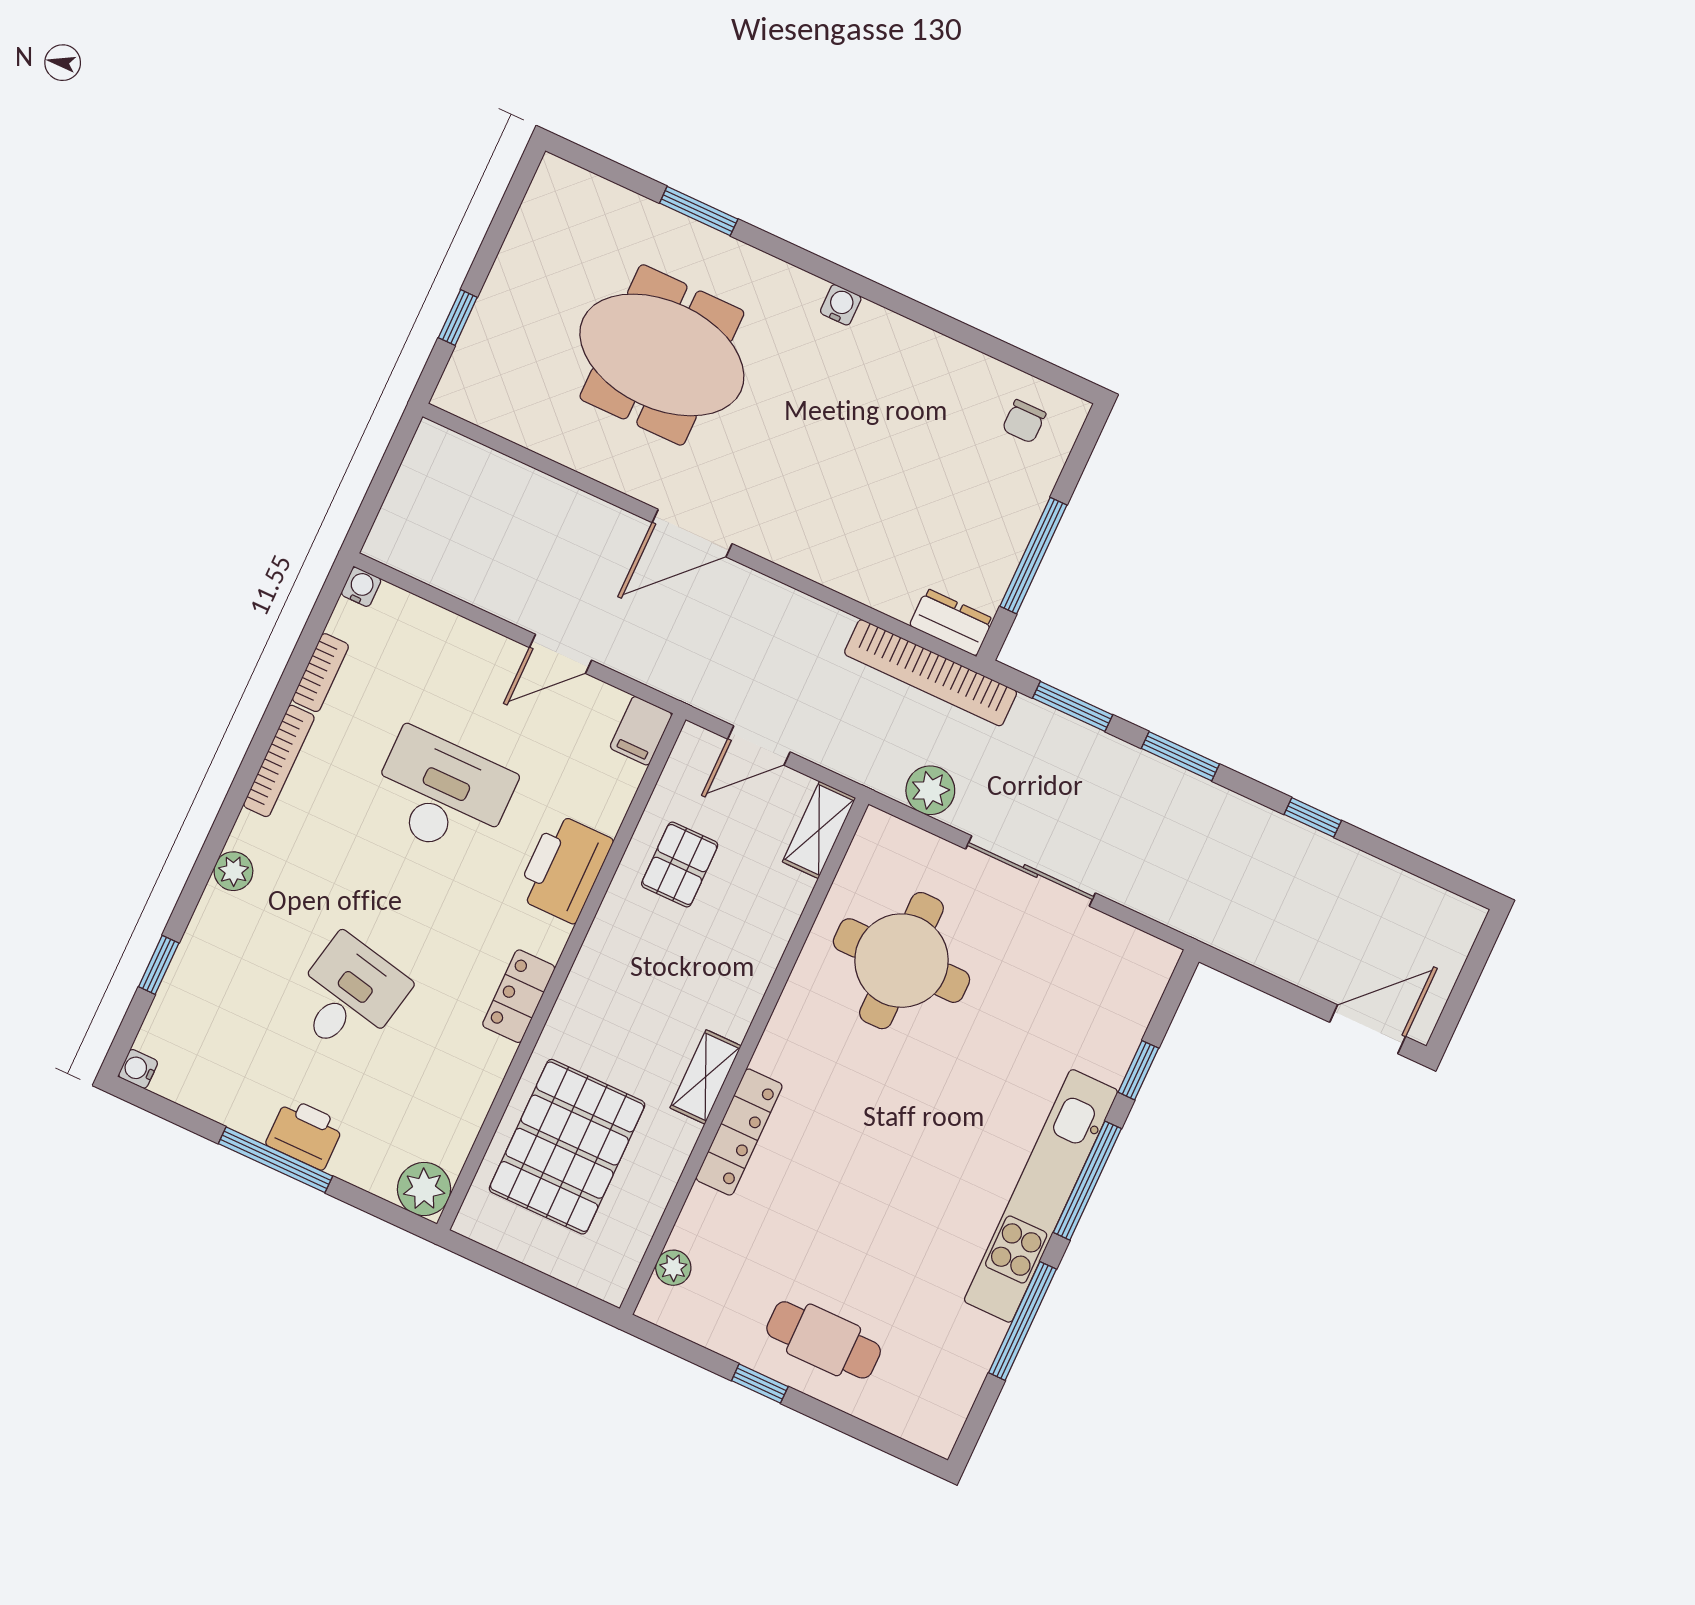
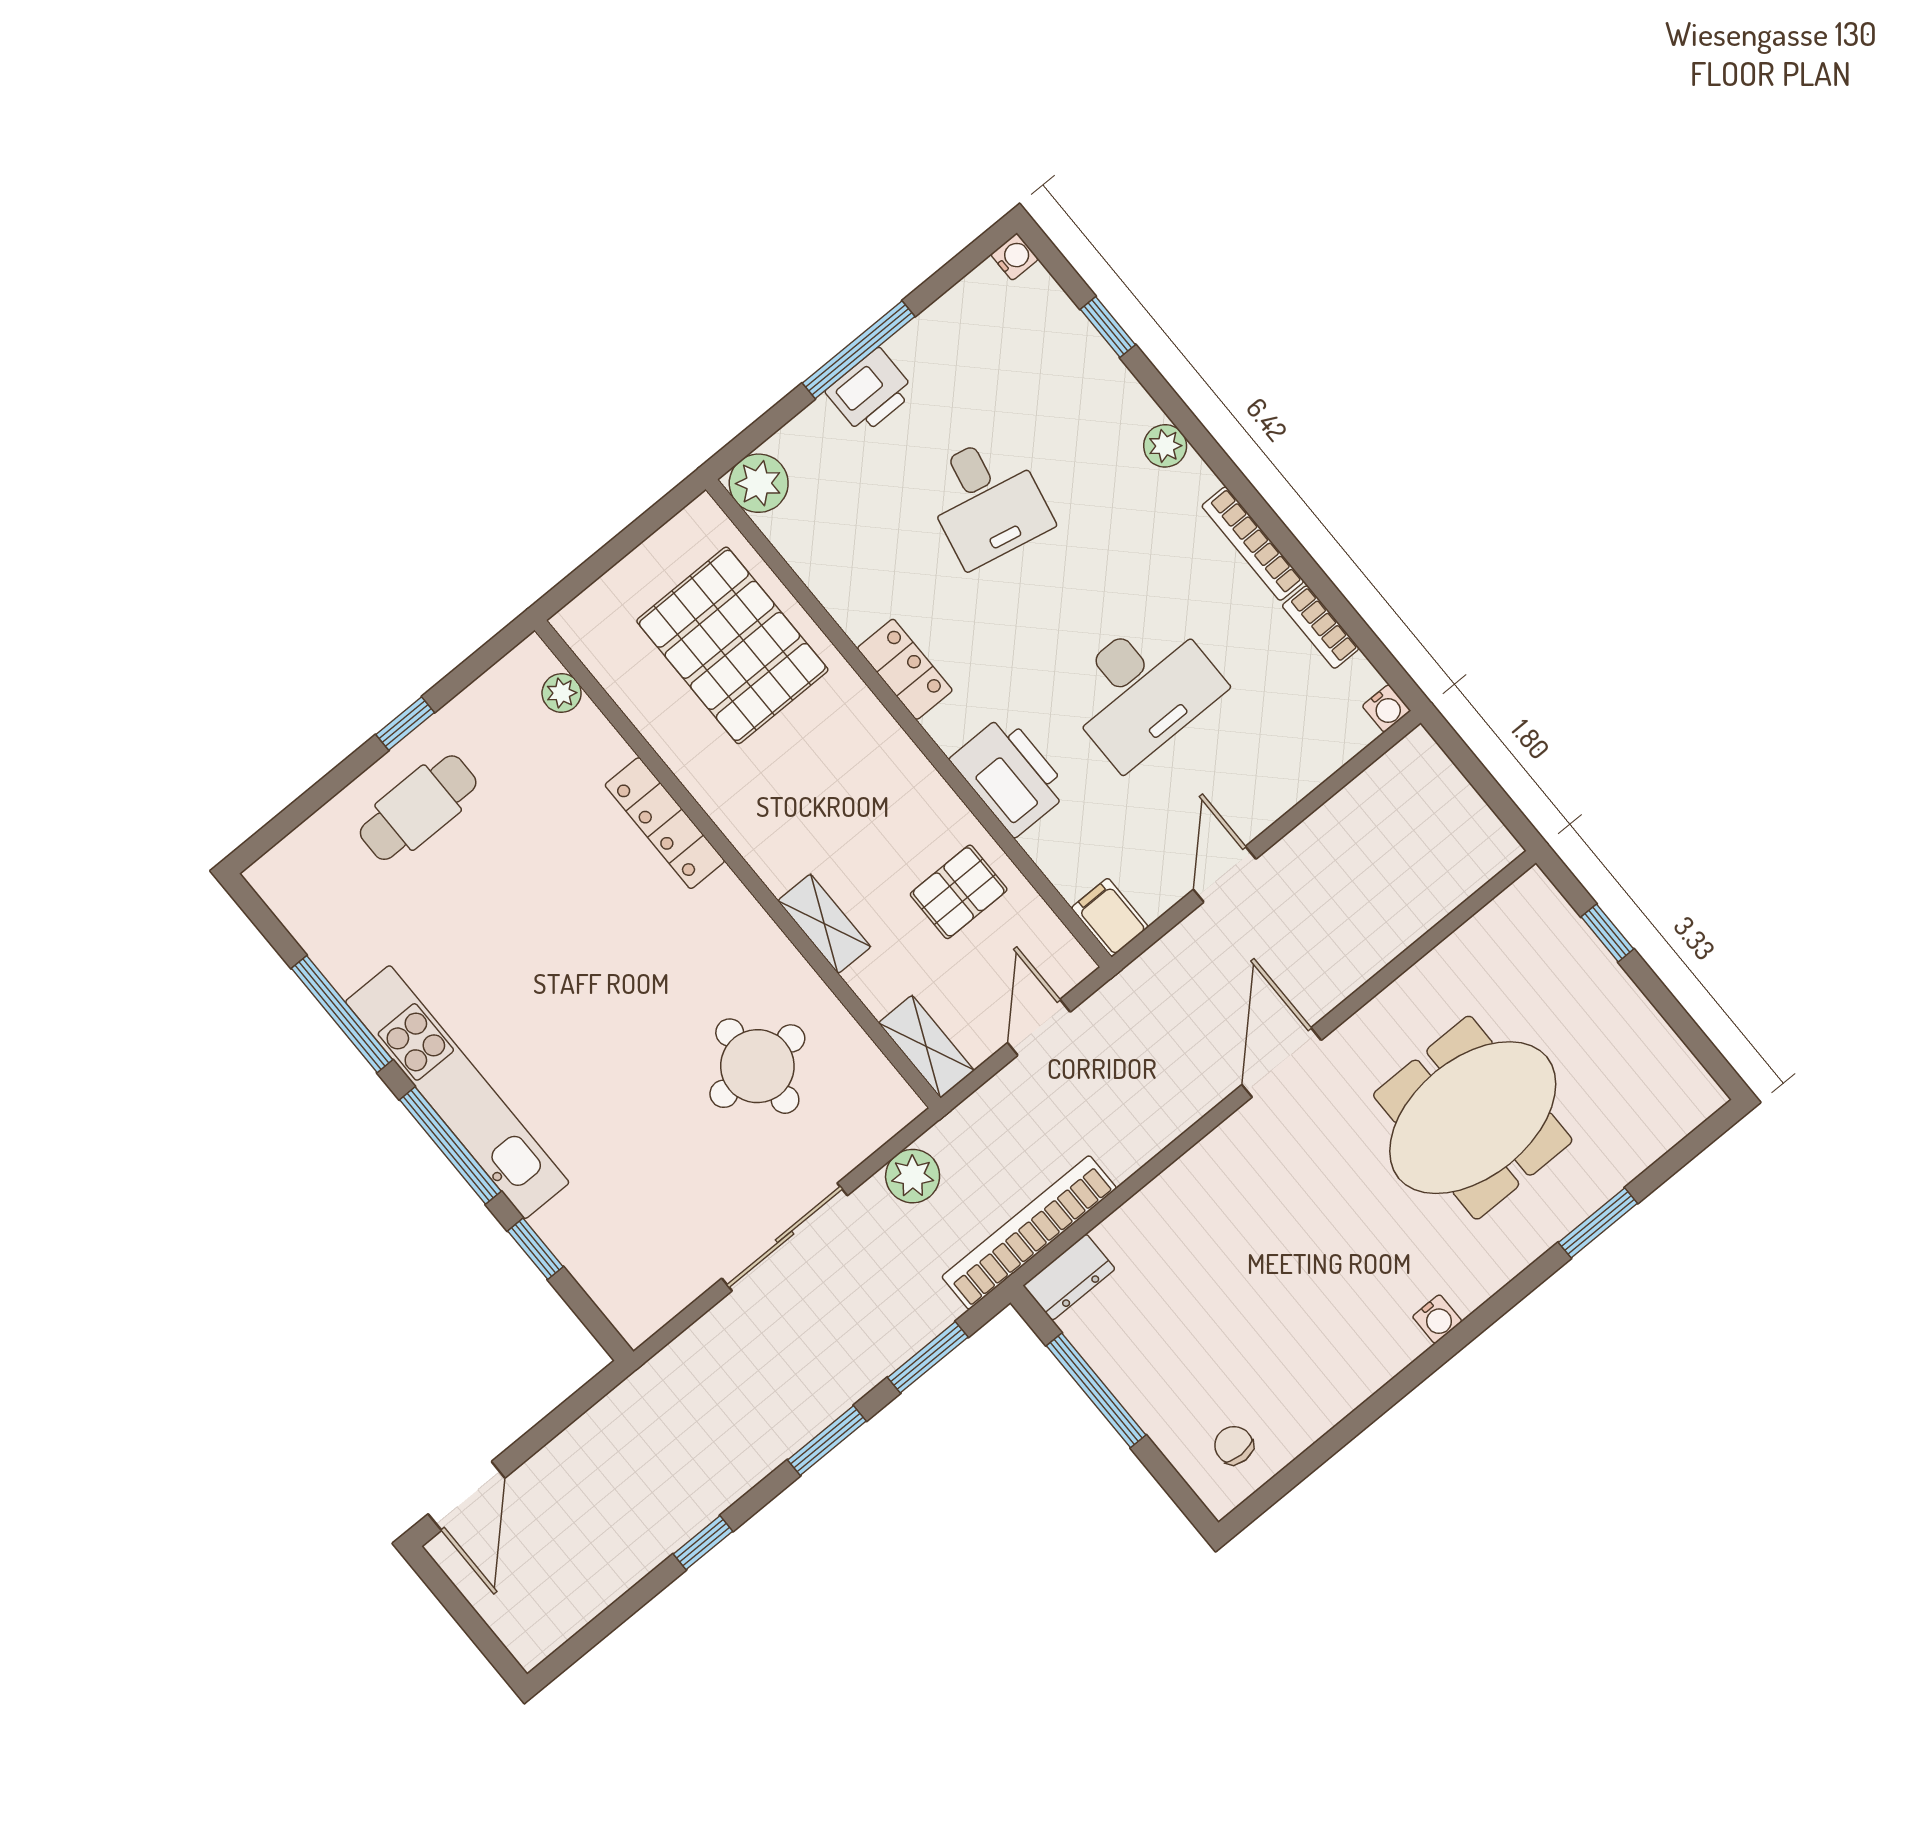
pallet: (680, 864) -> (959, 892), turned 90
round table: (901, 961) -> (757, 1066), width x0.73, depth x0.73
shelving: (706, 1077) -> (824, 924), moved

